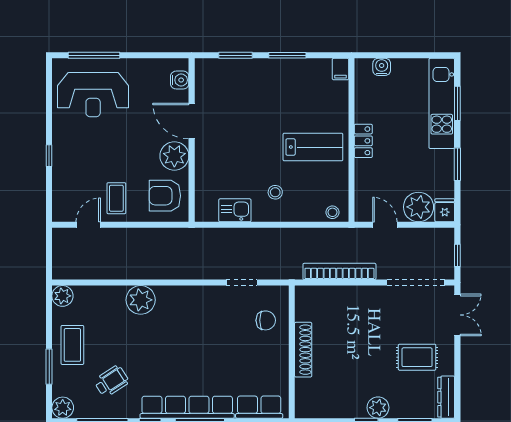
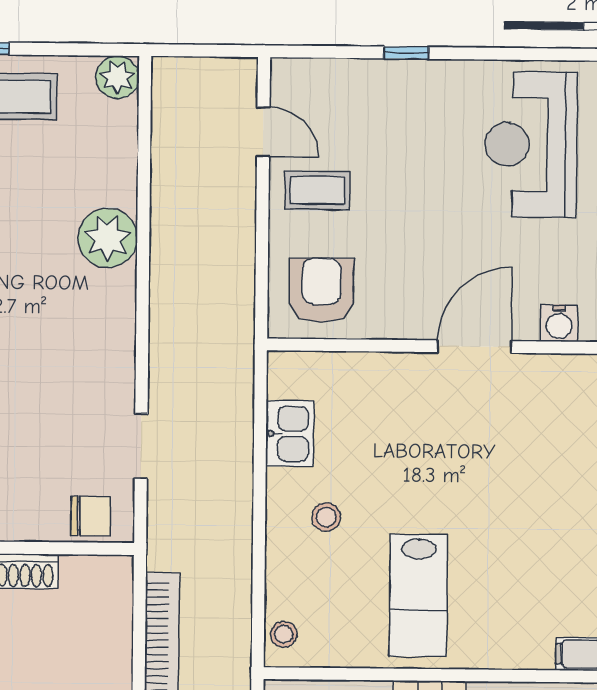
plant: (174, 156) -> (403, 310), removed
chair: (266, 320) -> (91, 516), moved, turned -90

